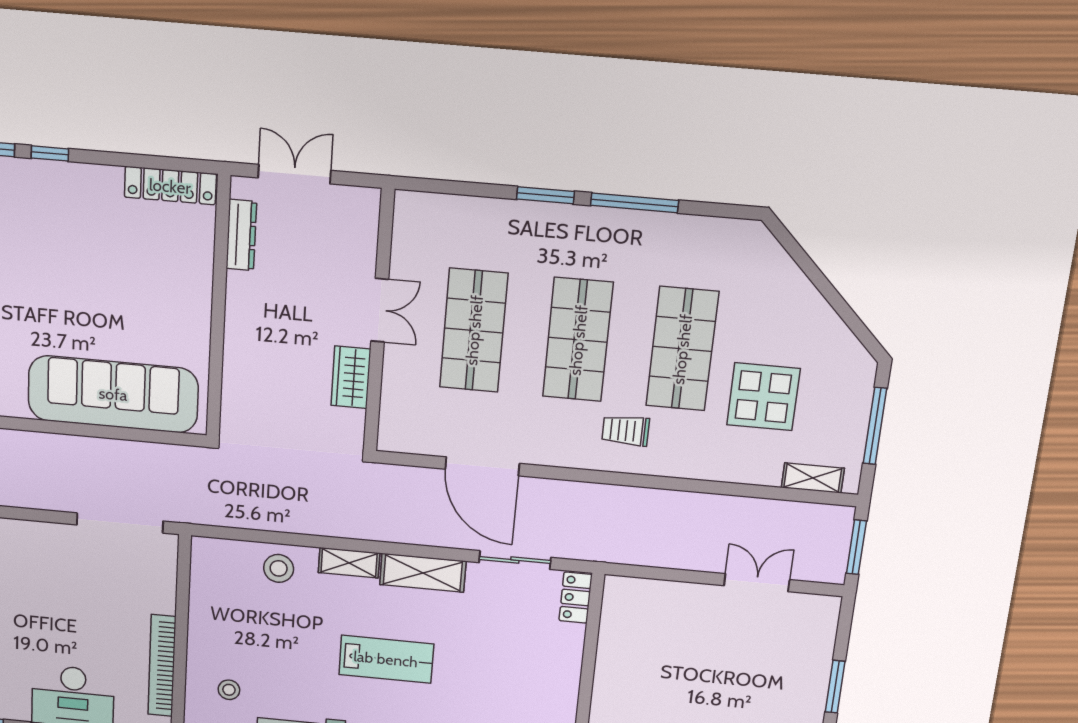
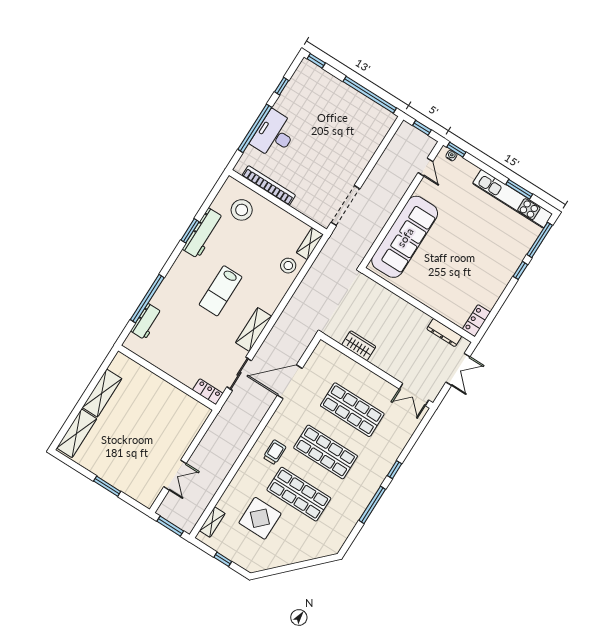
locker: (170, 186) -> (476, 321), width x0.66
window: (545, 195) -> (394, 470), width x0.67
double door: (380, 310) -> (414, 395), moved
window: (875, 426) -> (223, 559), width x0.46
shelving: (349, 563) -> (310, 244), moved
stool: (229, 690) -> (242, 210), width x1.89, depth x1.89

